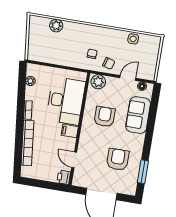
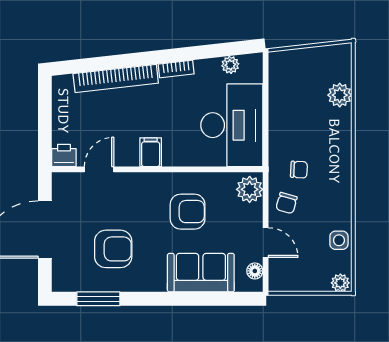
plant: (156, 42) -> (340, 283), added
desk: (66, 101) -> (232, 125), moved, turned -90

